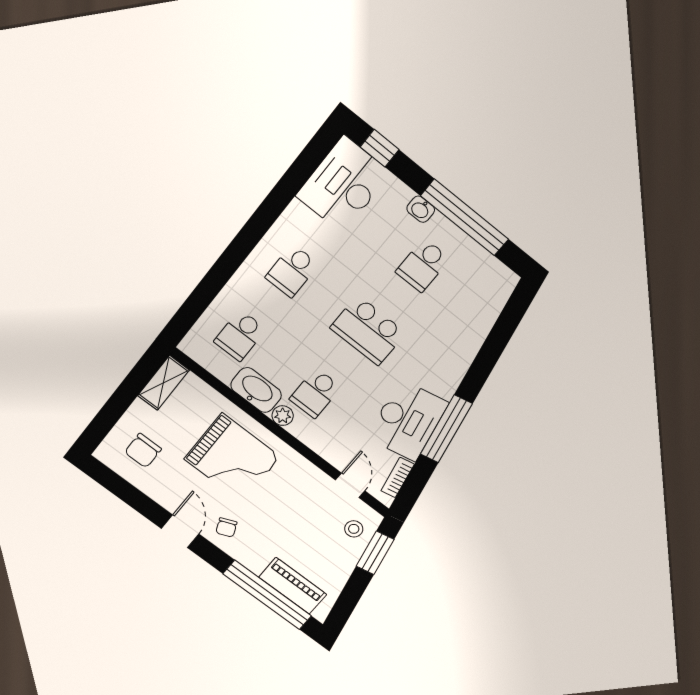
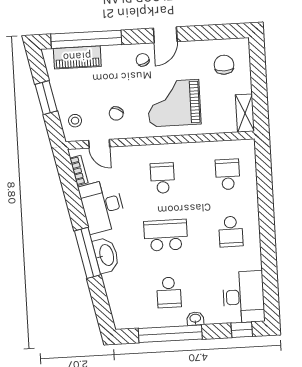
school desk: (423, 265) -> (169, 292), turned 180
school desk: (292, 271) -> (231, 232), turned 180
washbasin: (256, 390) -> (106, 255), moved, turned -102
plant: (283, 416) -> (168, 151), removed
window: (446, 429) -> (87, 253), moved
chair: (304, 499) -> (116, 113), added
door: (180, 531) -> (165, 35), hinge flipped
window: (375, 553) -> (46, 98), moved

